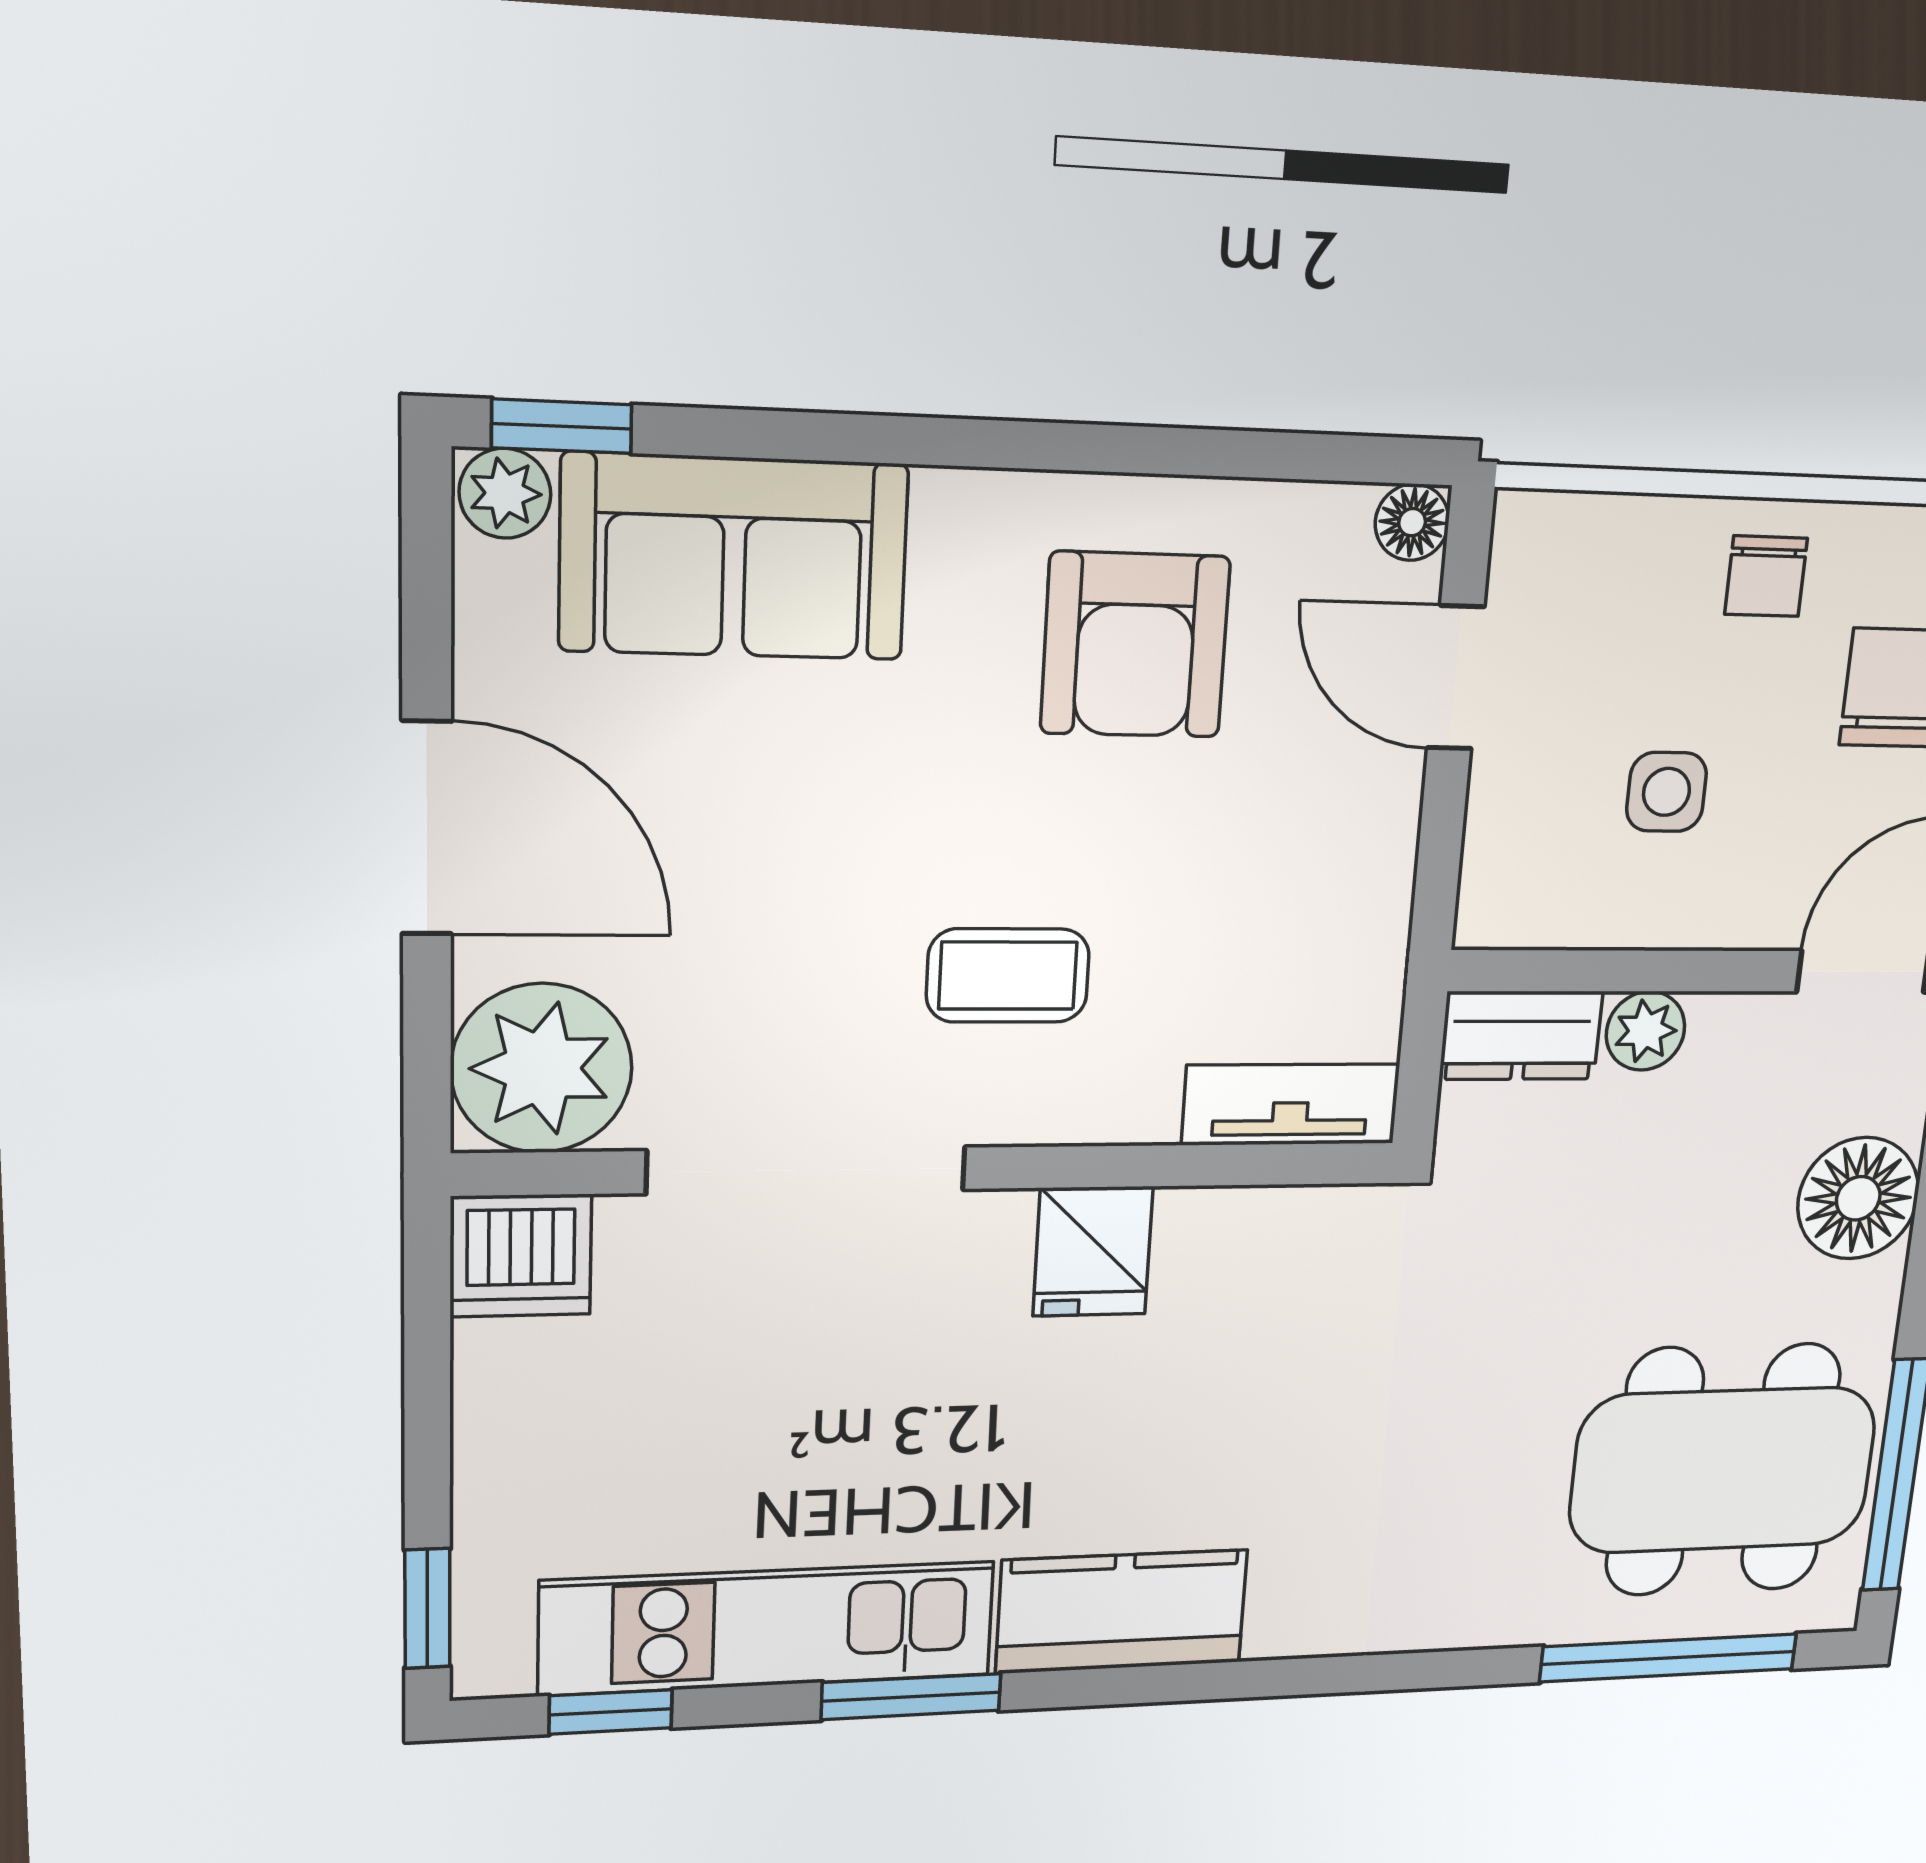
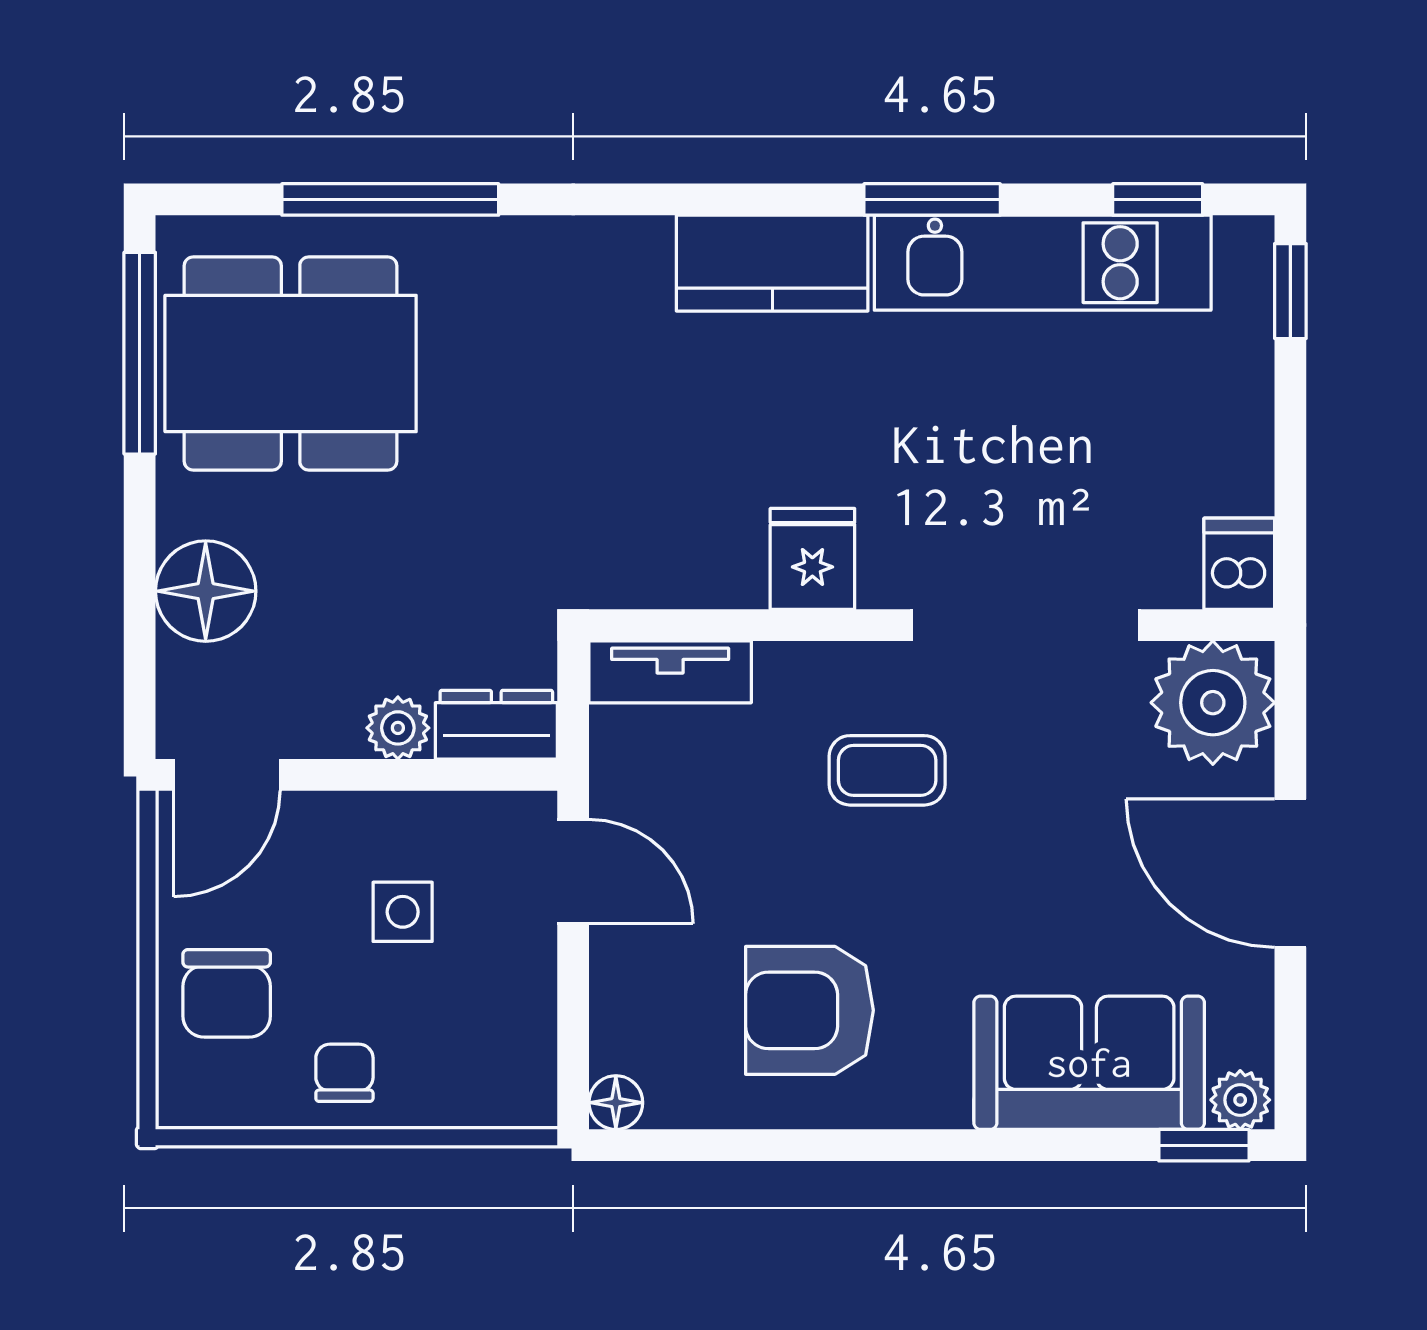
armchair: (1135, 645) -> (809, 1010), turned -90
door: (1456, 677) -> (573, 872), moved
dishwasher: (521, 1256) -> (1239, 564), width x0.73
window: (1669, 1658) -> (390, 199), moved

